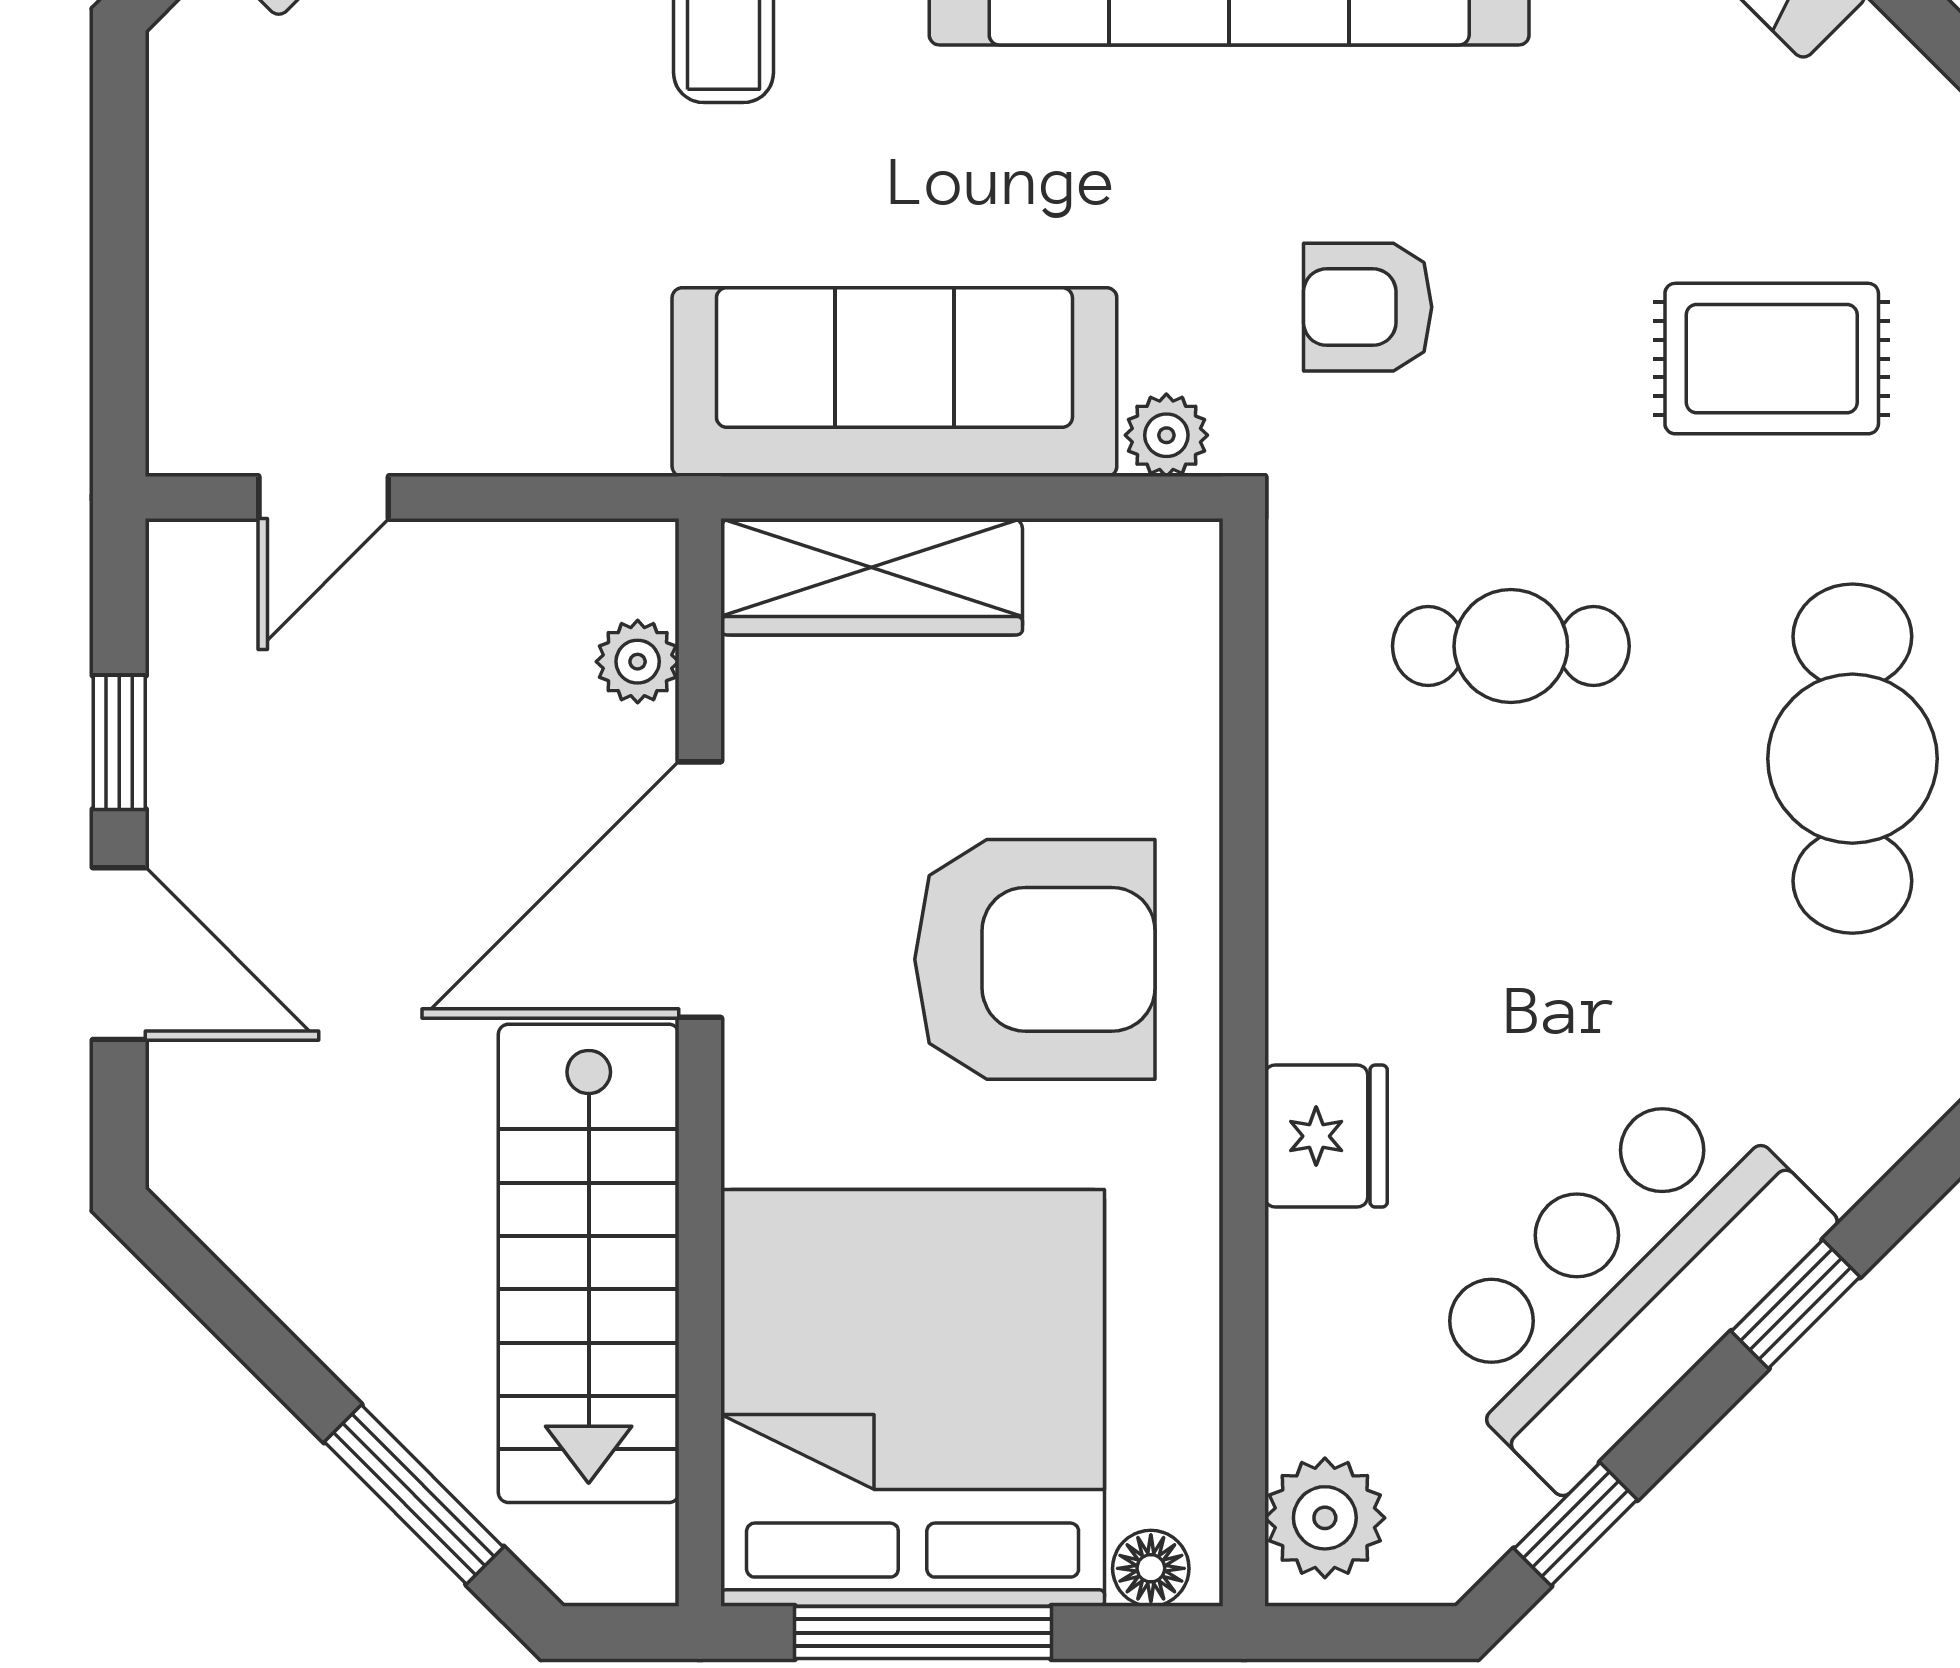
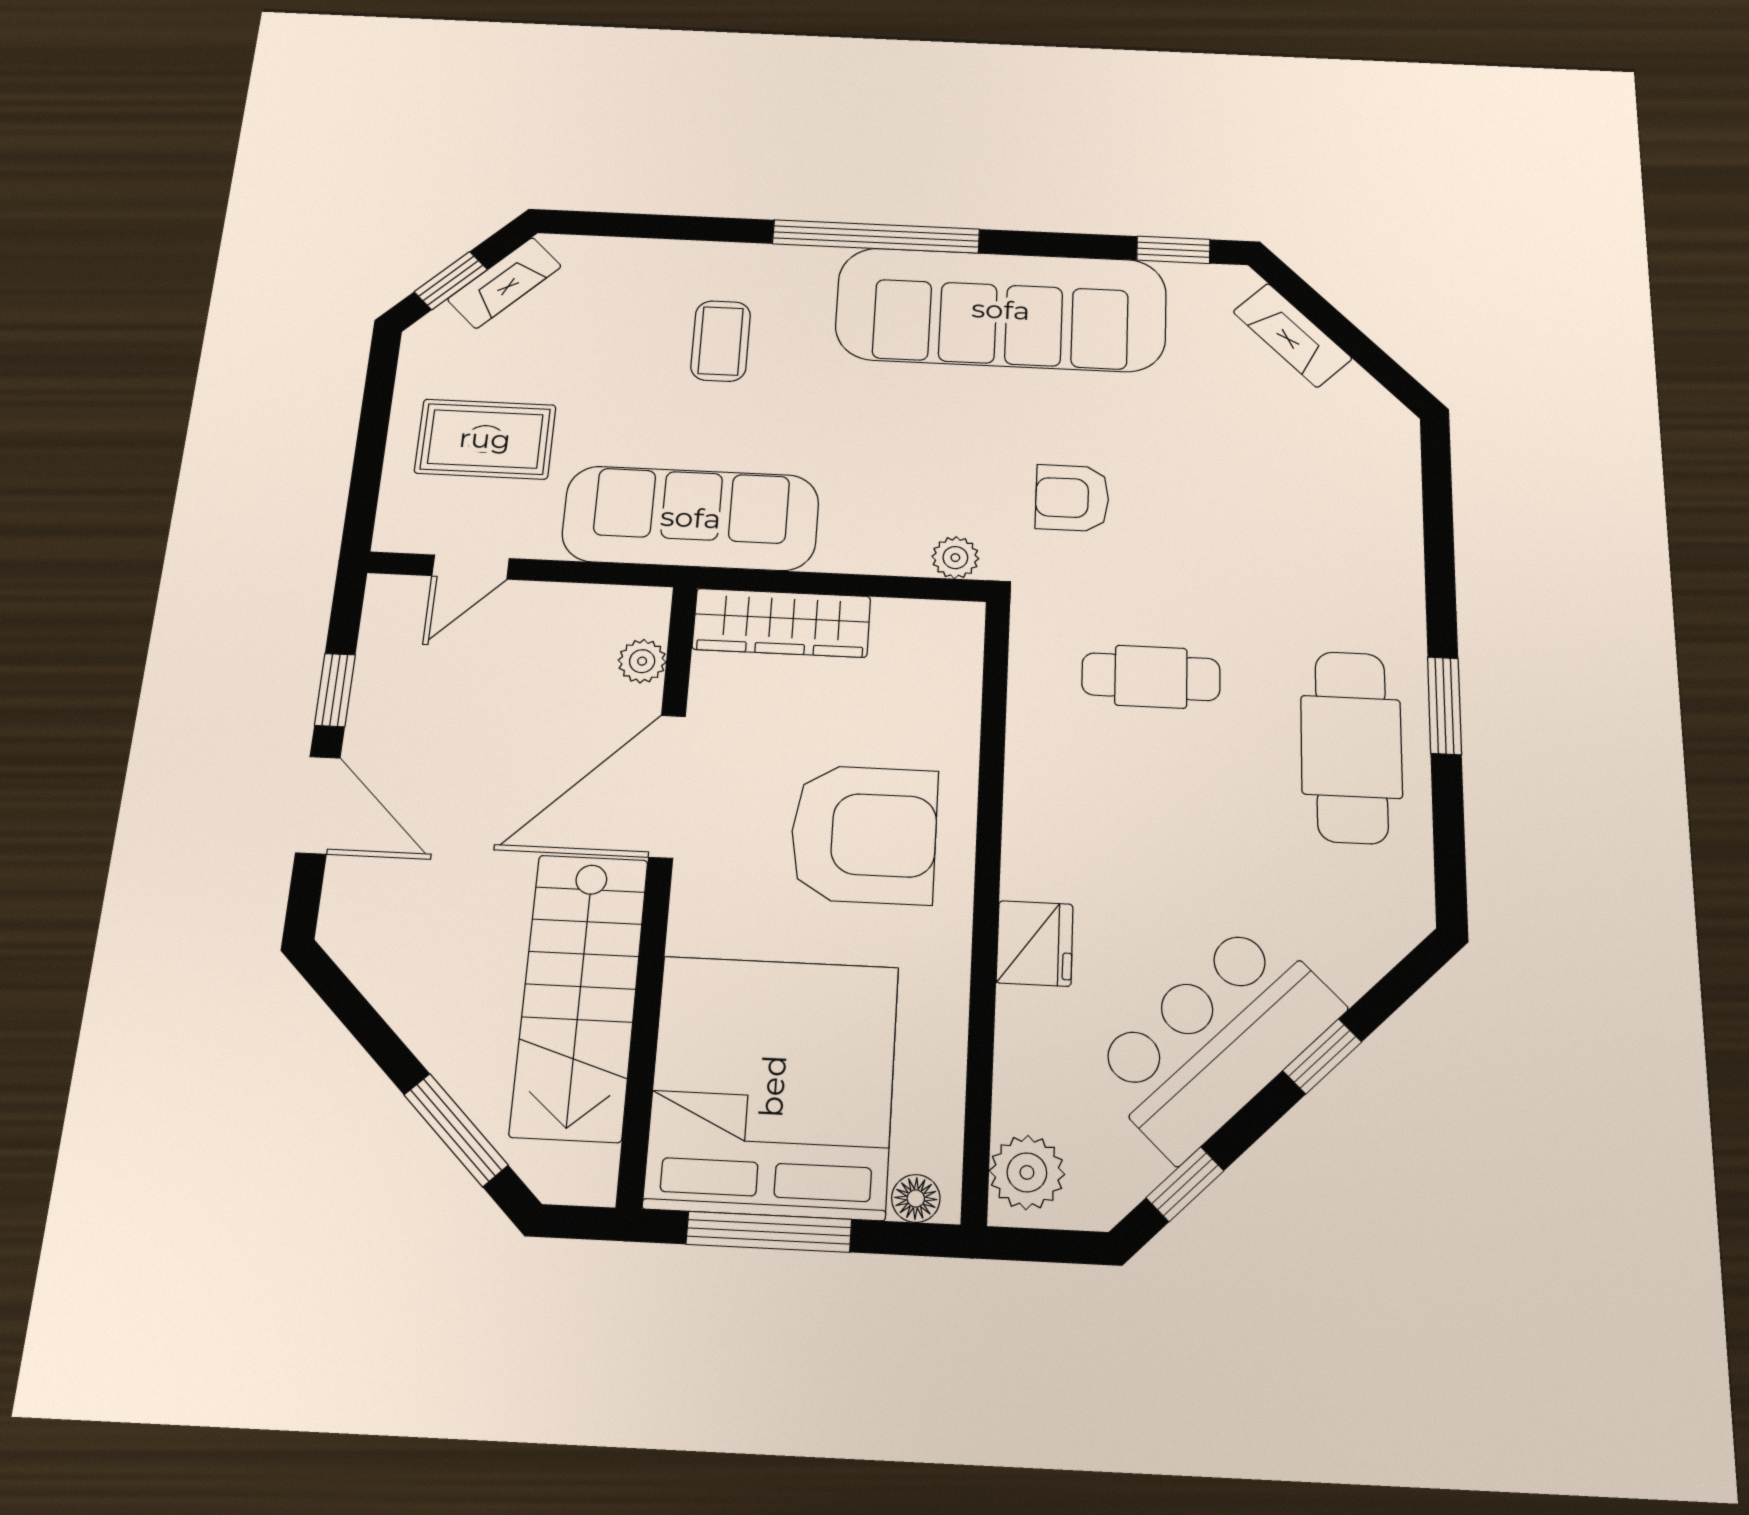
rug: (1772, 359) -> (485, 439), moved
sofa: (894, 382) -> (691, 518), moved

